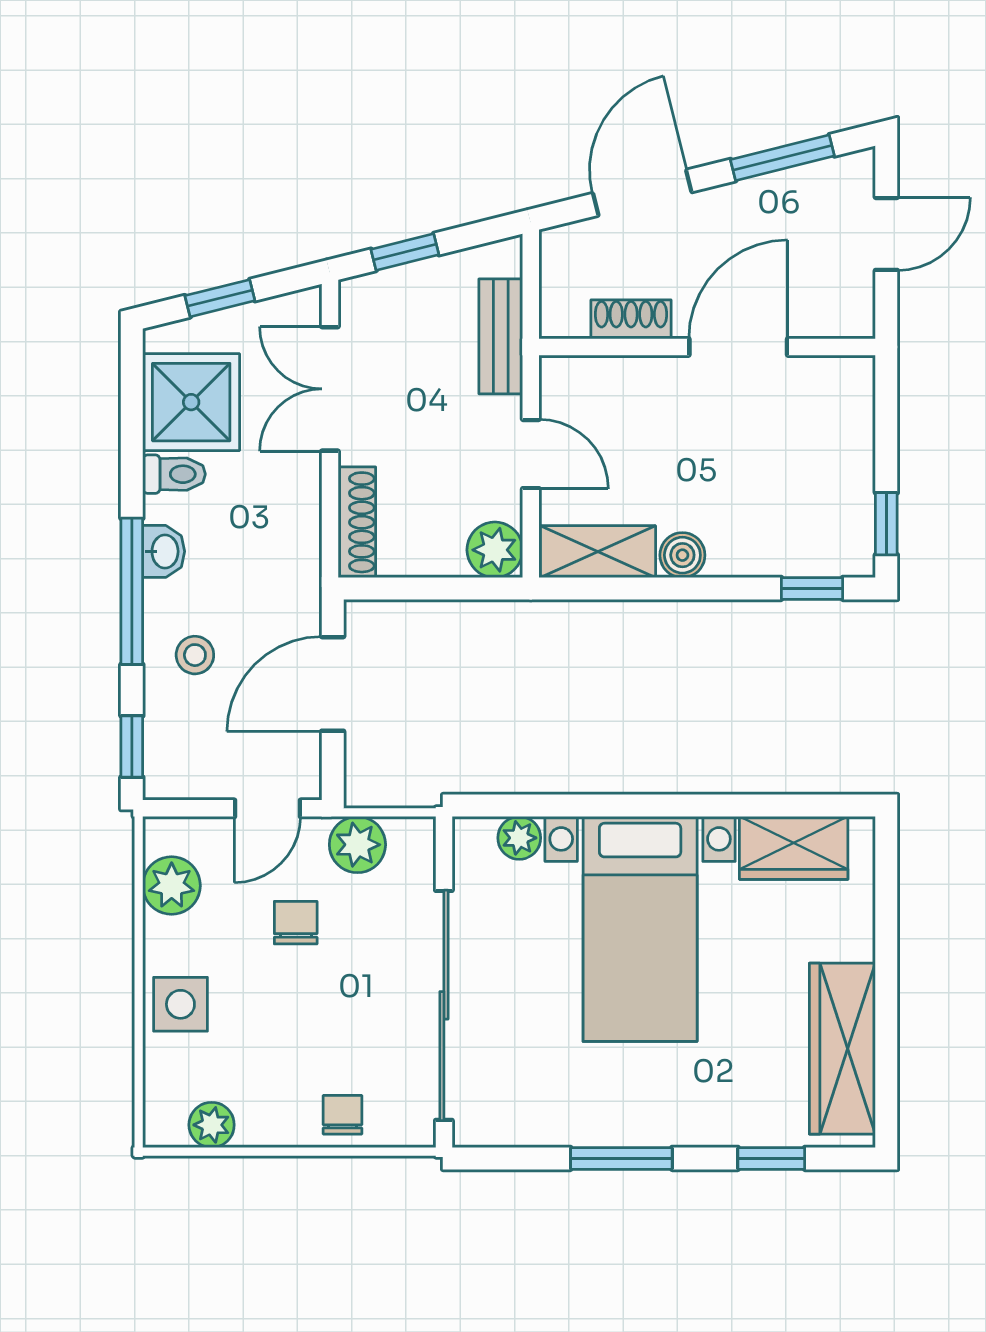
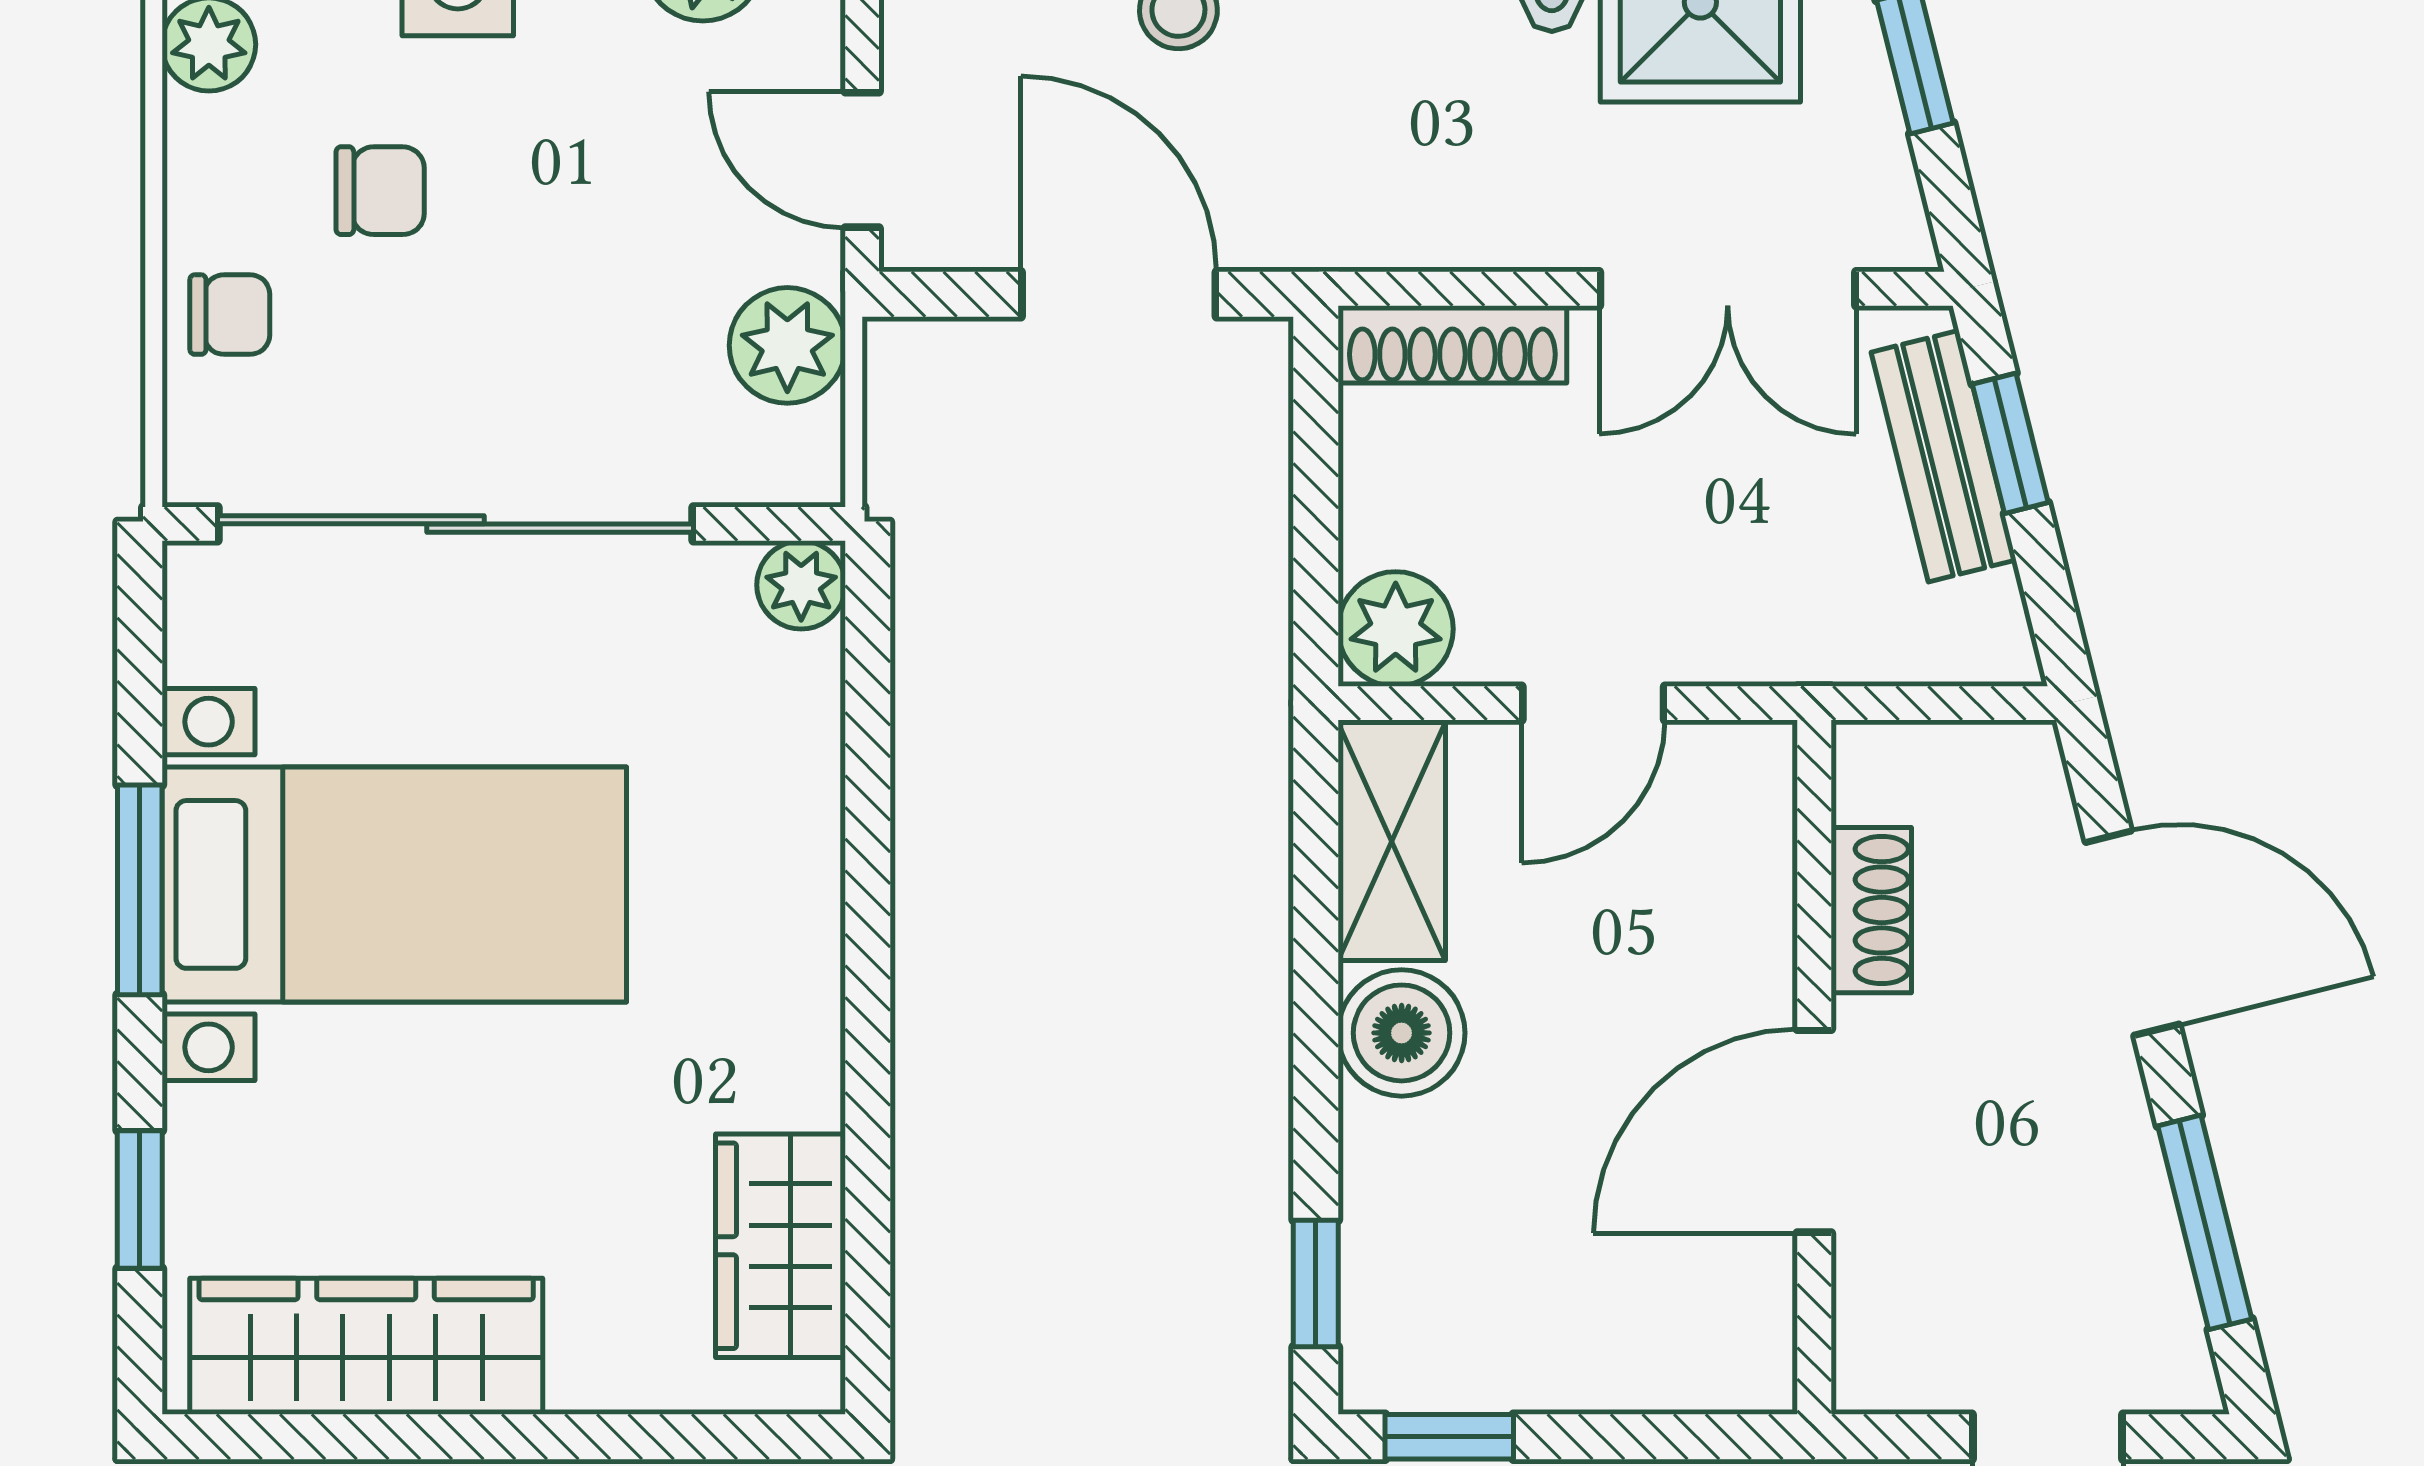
bench: (501, 336) -> (1944, 456), moved, turned 76
door: (738, 347) -> (1814, 1131), swing flipped
double door: (330, 389) -> (1728, 289), swing flipped
boiler: (682, 555) -> (1402, 1033), width x1.36, depth x1.36
plant: (519, 838) -> (801, 585), moved
chair: (296, 923) -> (380, 191), moved
bed with nightstands: (640, 929) -> (394, 884), moved, turned 180

